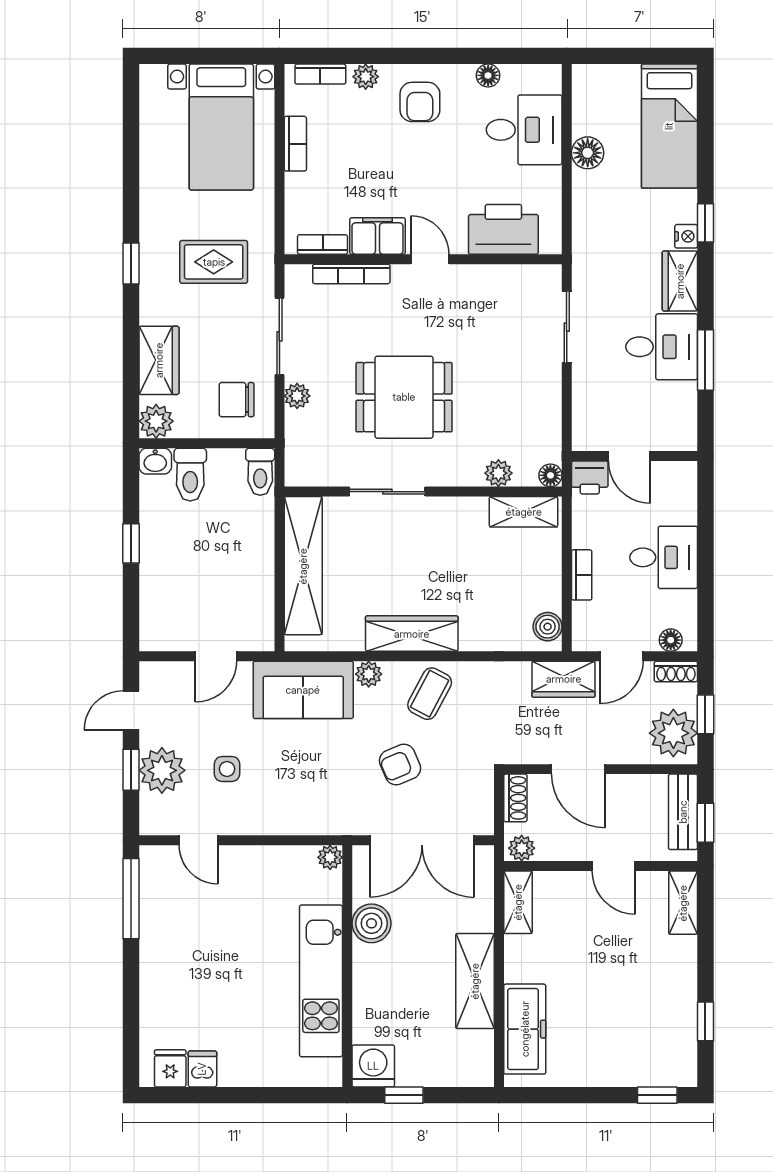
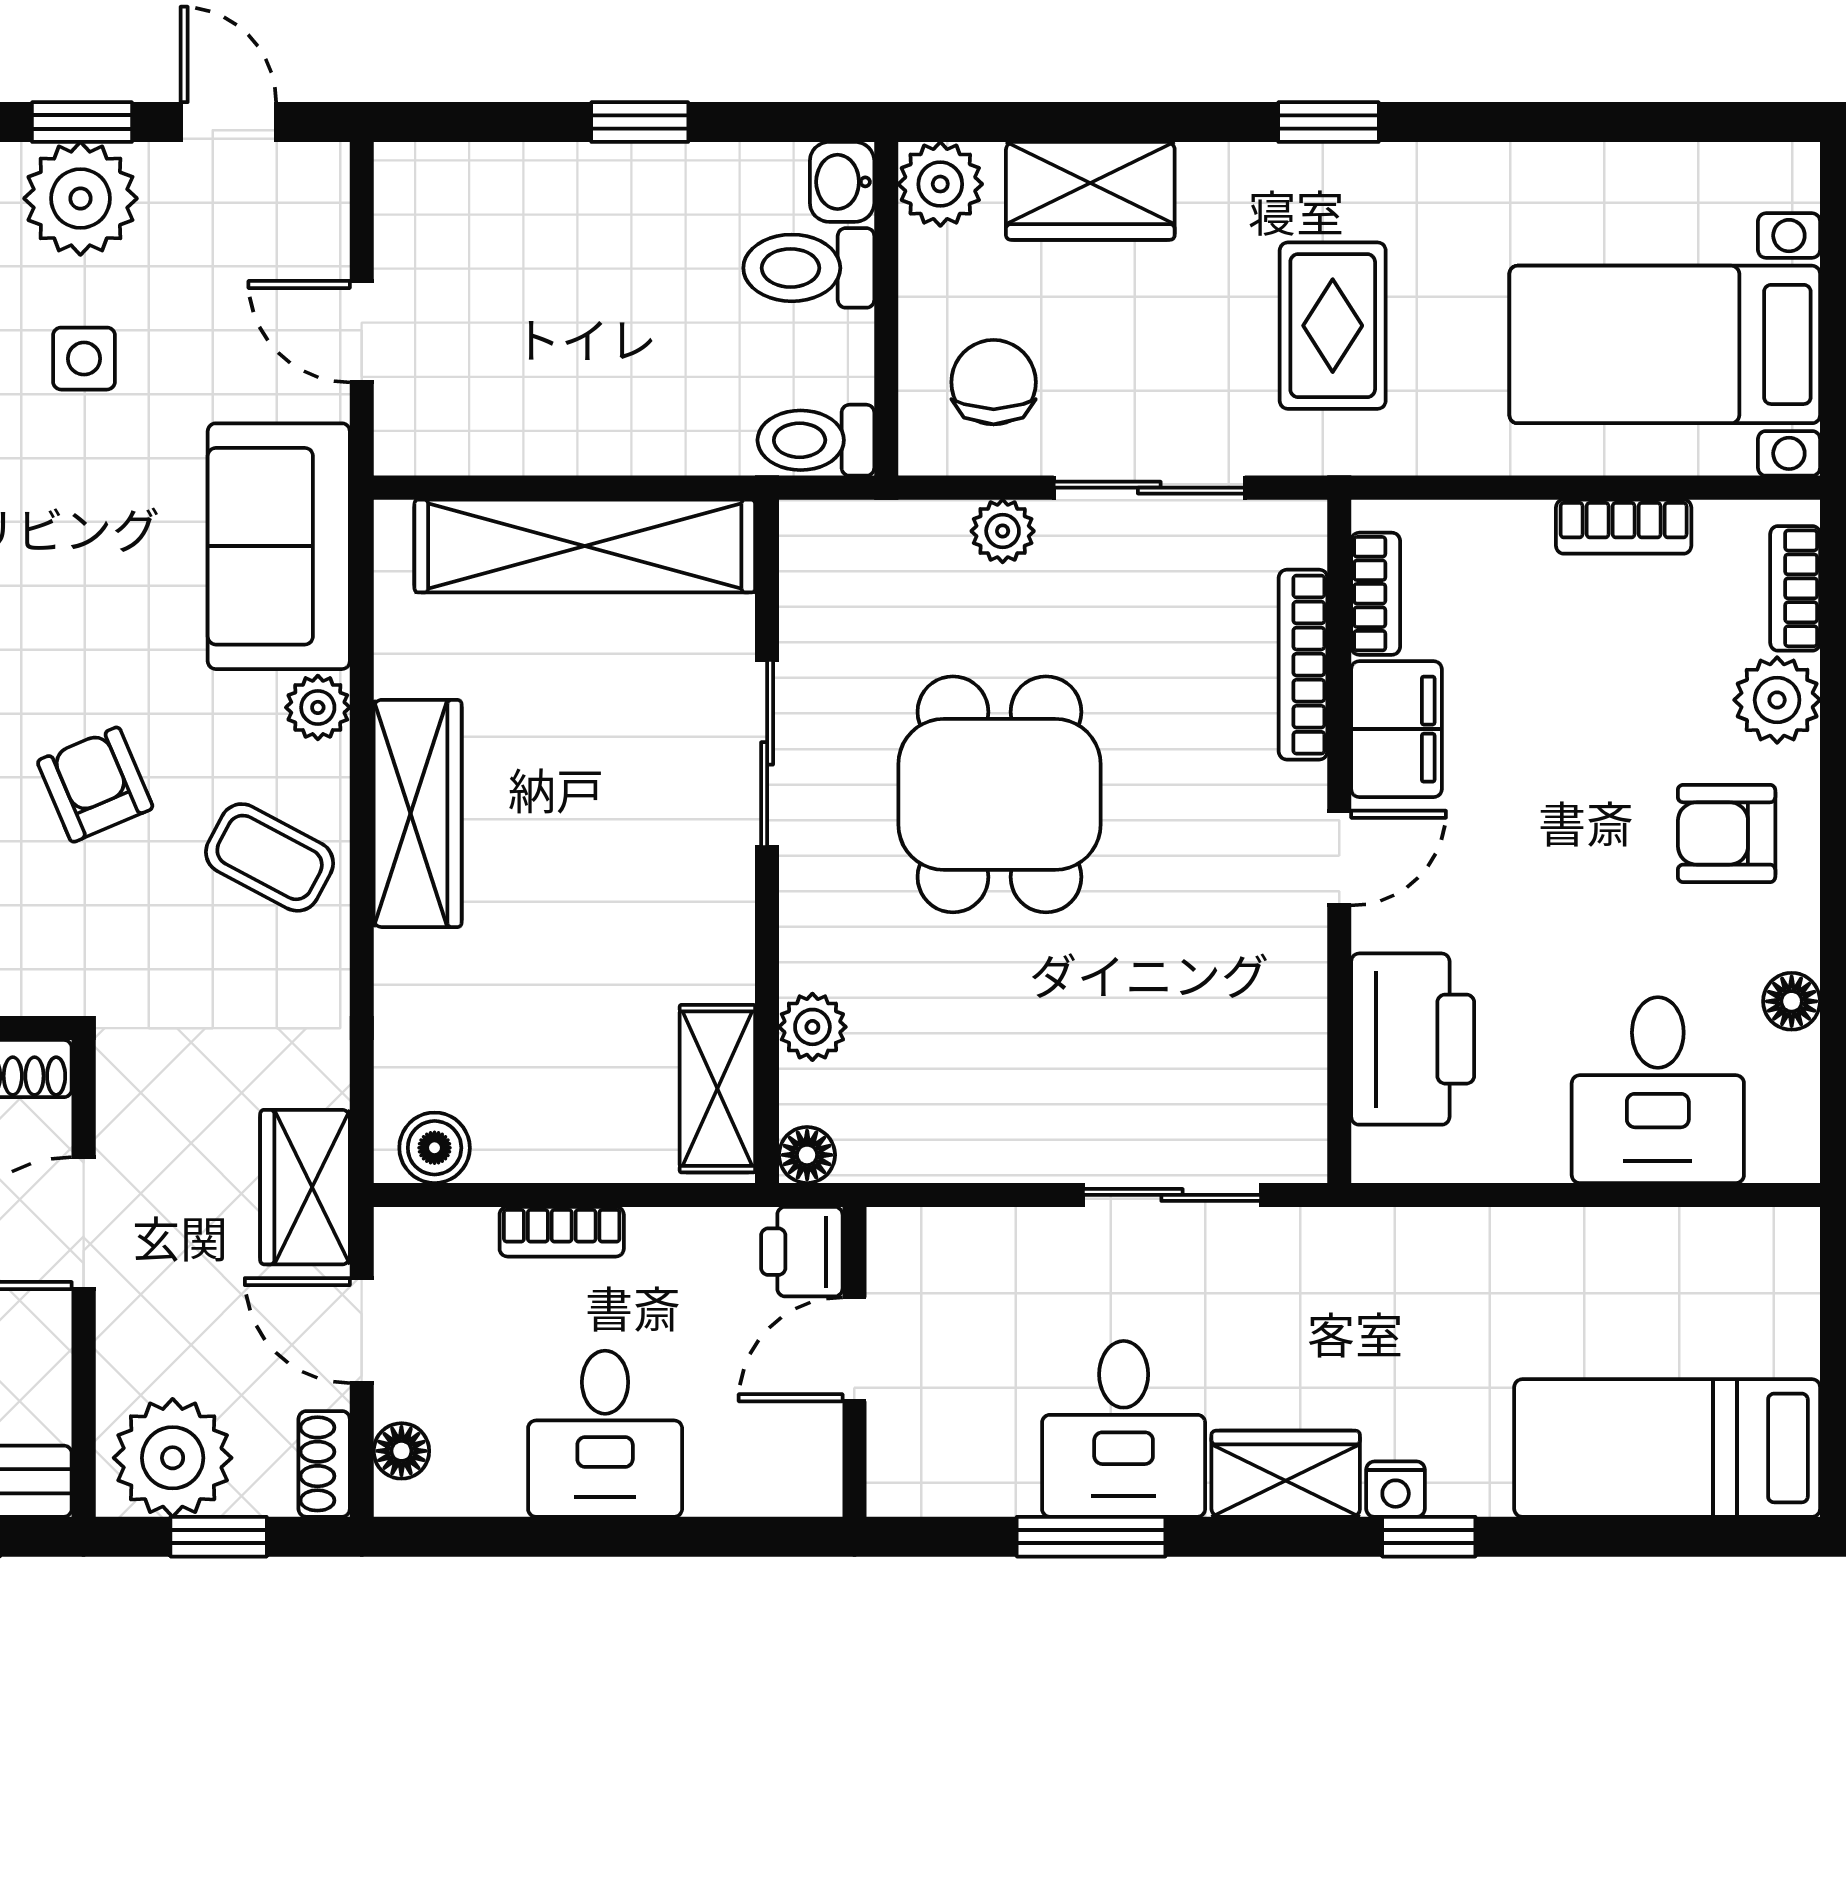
plant: (366, 77) -> (1777, 700), width x1.38, depth x1.38
floor lamp: (588, 153) -> (1601, 1246), removed

